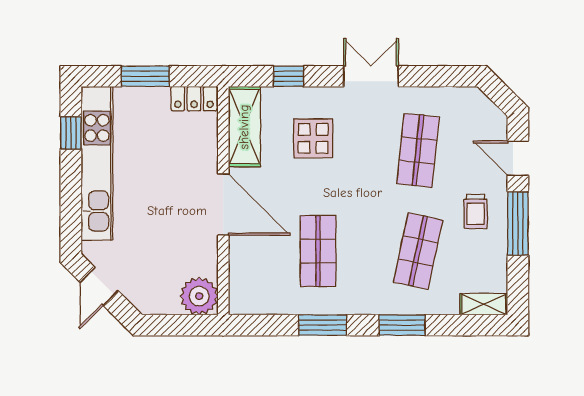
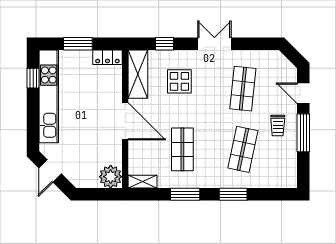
shelving: (484, 304) -> (143, 182), moved

